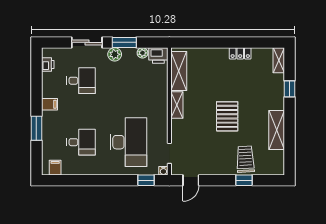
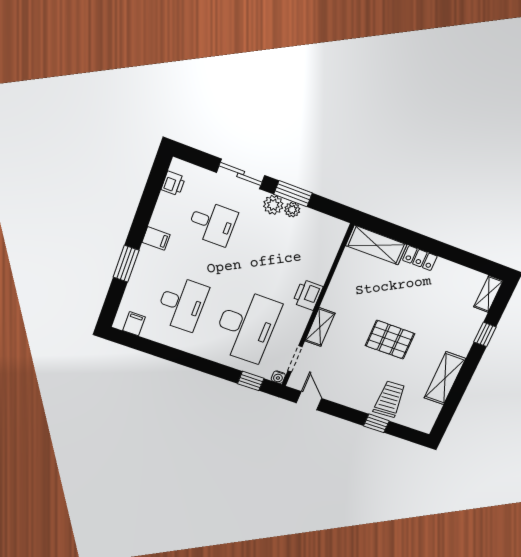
plant: (142, 53) -> (292, 210), moved
locker: (240, 53) -> (420, 258), moved
printer: (158, 55) -> (308, 295), moved, turned 90
shelving: (179, 71) -> (376, 245), moved, turned 90
shelving: (177, 105) -> (320, 327), moved
pallet: (227, 116) -> (390, 340), turned 90
desk: (81, 142) -> (182, 304), width x1.37
door: (191, 180) -> (309, 401), swing flipped

